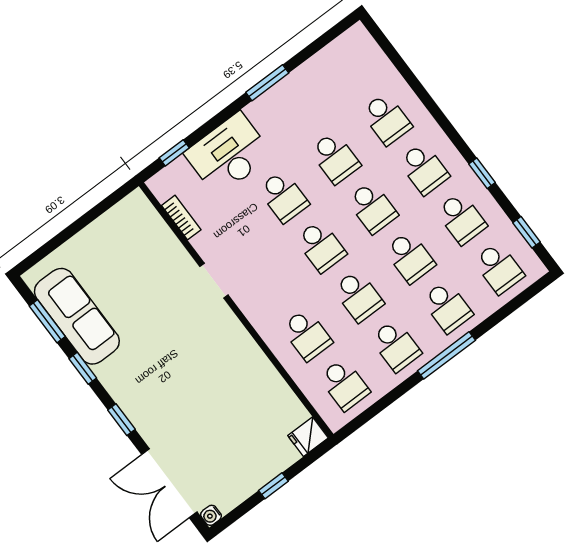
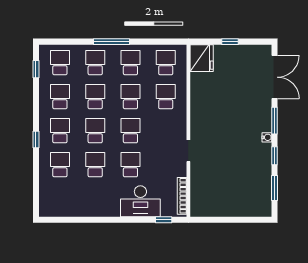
window: (267, 83) -> (100, 220), removed
window: (482, 173) -> (36, 139), moved
bookcase: (181, 218) -> (182, 196), width x1.56
sofa: (77, 316) -> (260, 180), removed
window: (121, 420) -> (275, 121), width x1.50
fridge: (308, 437) -> (202, 58), width x1.88, depth x1.34
water cooler: (211, 515) -> (267, 137), moved

